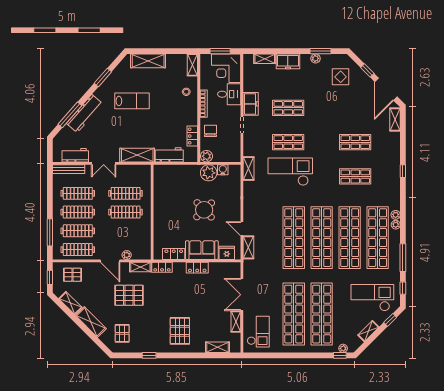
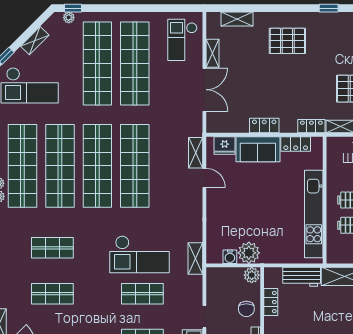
kitchen unit: (160, 202) -> (314, 214), added
round table: (204, 210) -> (255, 203), removed
pallet: (180, 331) -> (287, 41), turned 90

